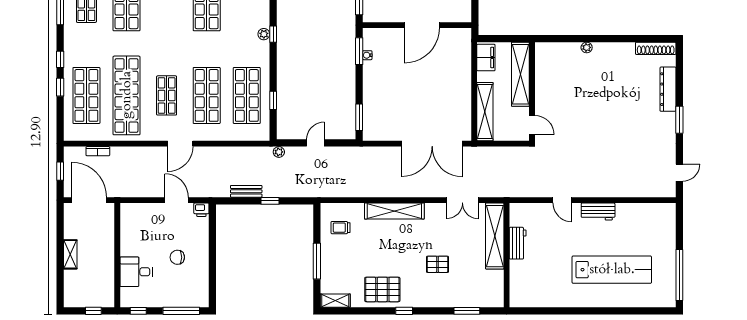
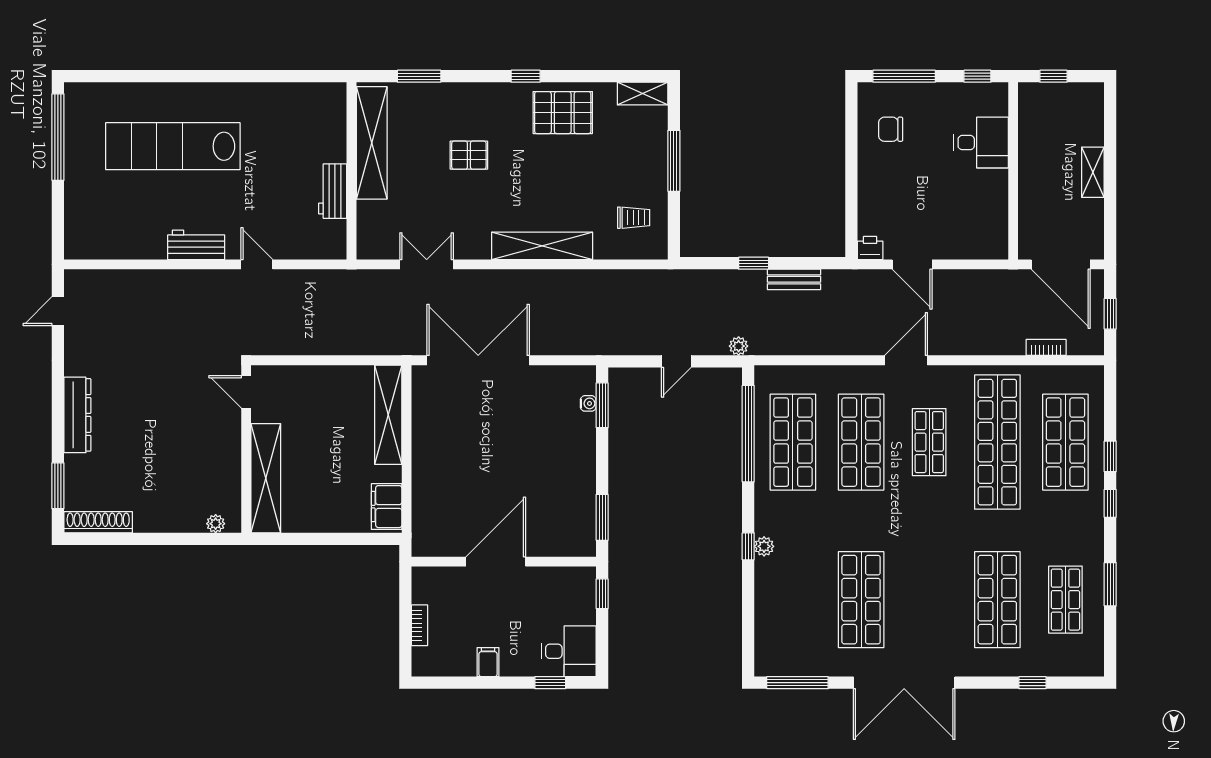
water cooler: (367, 55) -> (588, 403), moved
shelving: (520, 74) -> (266, 478), moved
dresser: (668, 89) -> (77, 415), moved
wall: (532, 91) -> (246, 449), moved
window: (273, 100) -> (748, 434), width x3.17
window: (679, 120) -> (58, 486), moved
door: (532, 125) -> (246, 392), moved
shelving: (495, 236) -> (372, 143), moved
chair: (177, 257) -> (891, 129), moved, turned 180

